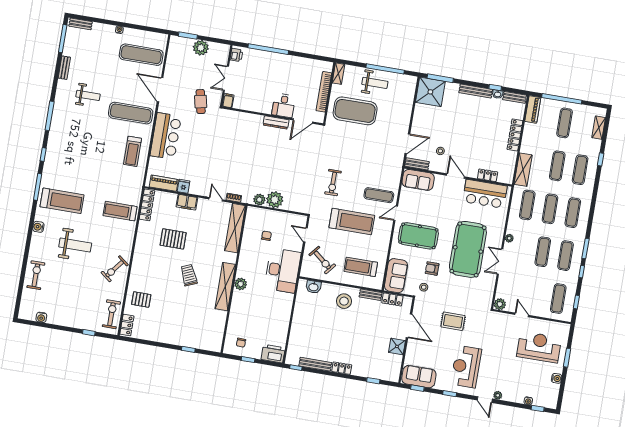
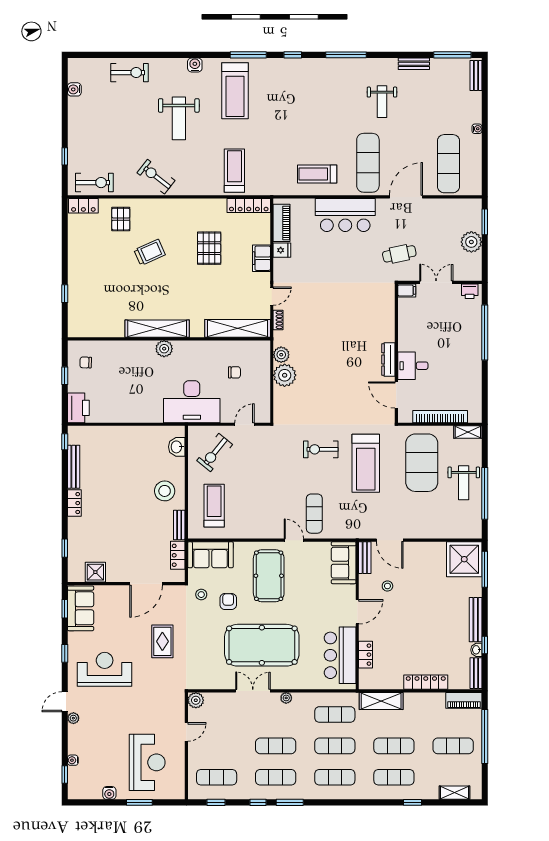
treadmill: (352, 222) -> (366, 463), moved
trolley: (189, 275) -> (150, 252), moved
shower: (397, 346) -> (95, 572), moved

